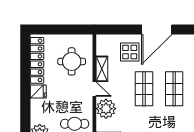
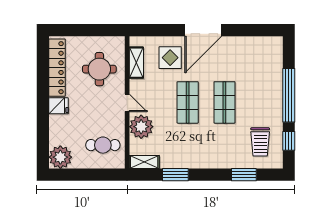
shelving: (102, 69) -> (136, 63), moved

